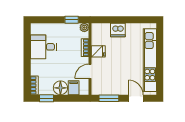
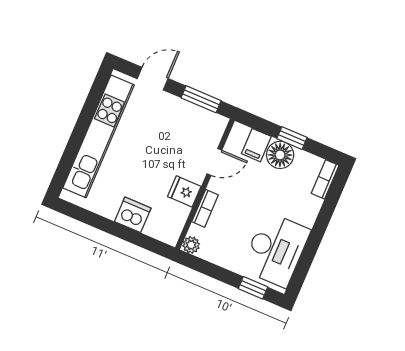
window: (72, 20) -> (253, 288), moved
desk: (43, 47) -> (276, 250), width x1.37
window: (47, 98) -> (292, 138), moved
door: (136, 98) -> (153, 79), swing flipped

